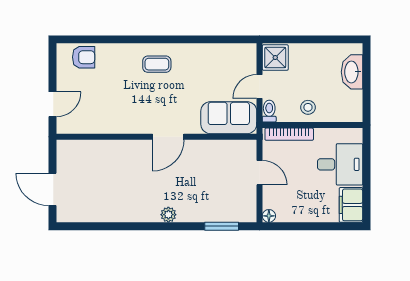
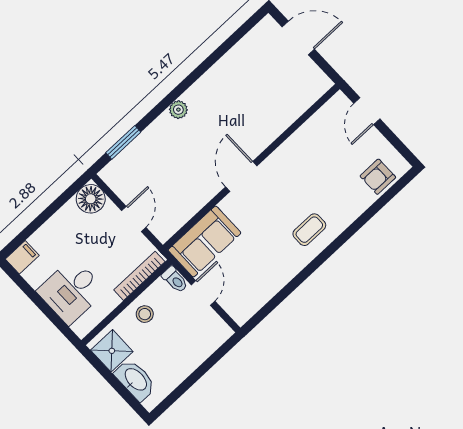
shower: (275, 58) -> (112, 351), moved
door: (260, 173) -> (134, 219), swing flipped
filing cabinet: (351, 205) -> (22, 257), width x0.50
floor lamp: (269, 216) -> (91, 199), width x1.89, depth x1.89

